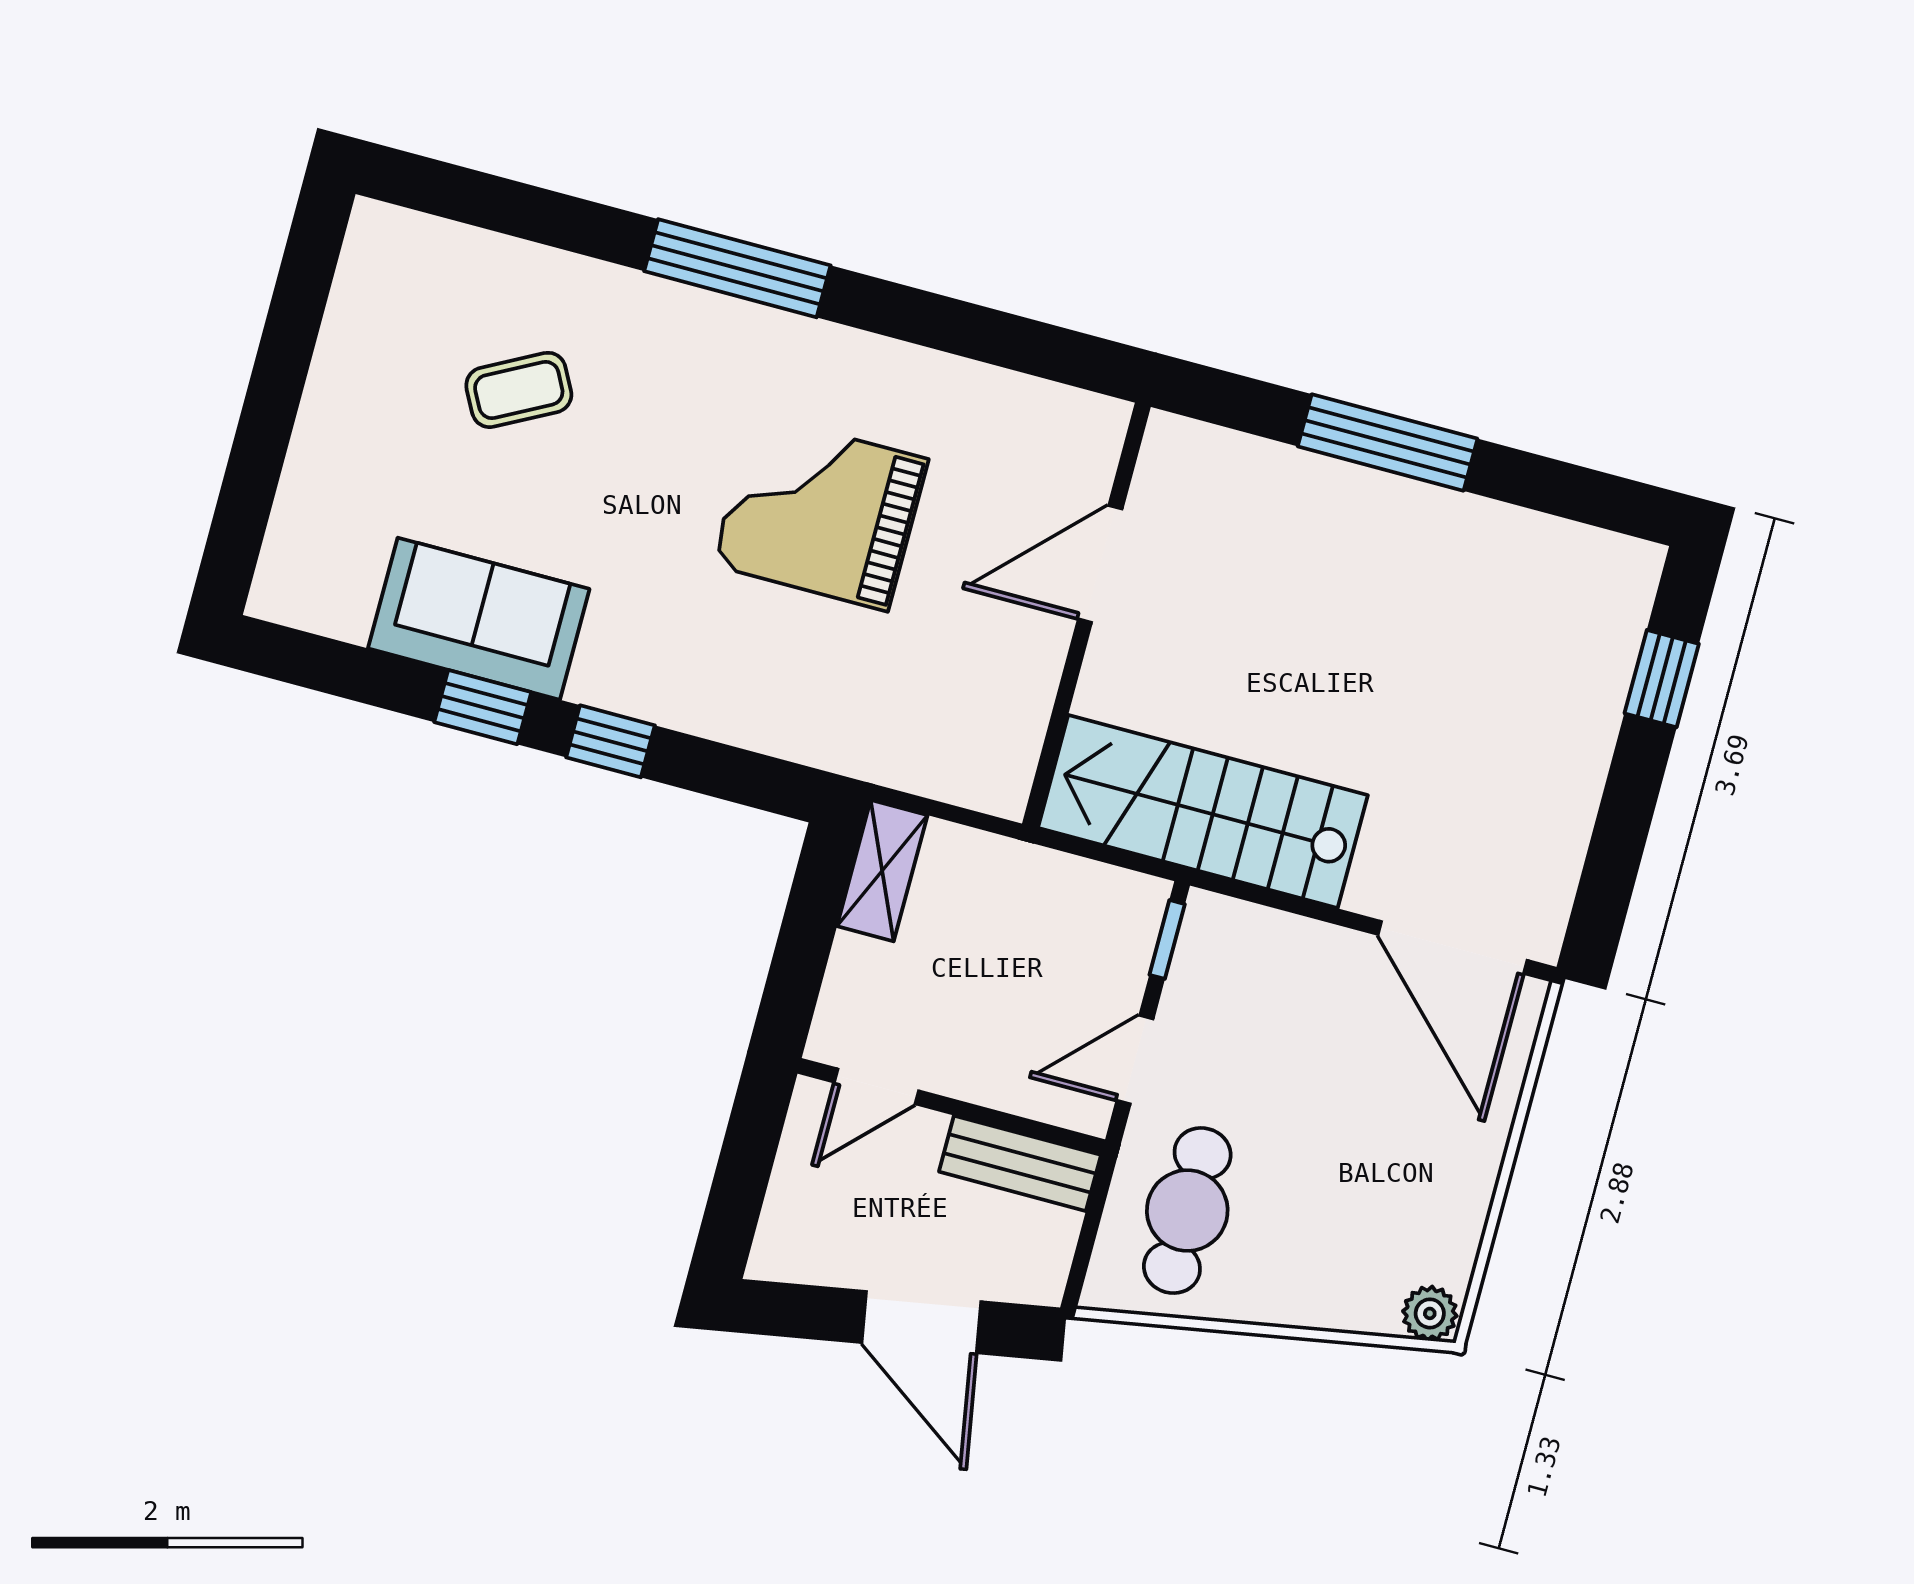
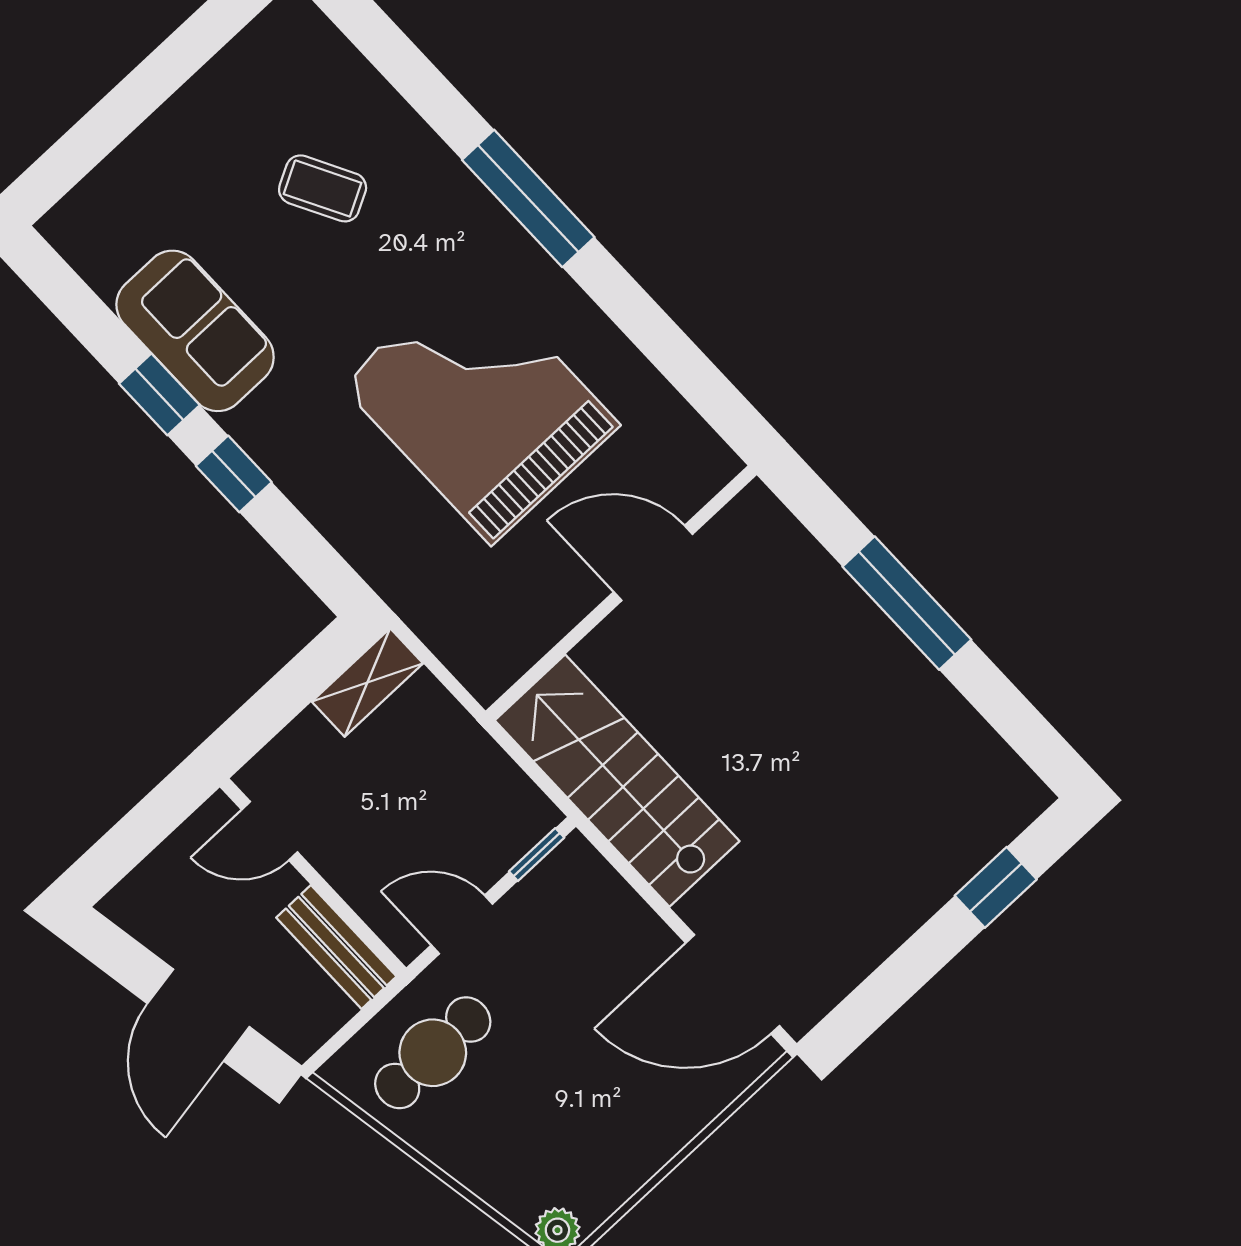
grand piano: (820, 512) -> (480, 405), width x1.37, depth x1.48
door: (1453, 947) -> (733, 984), hinge flipped

